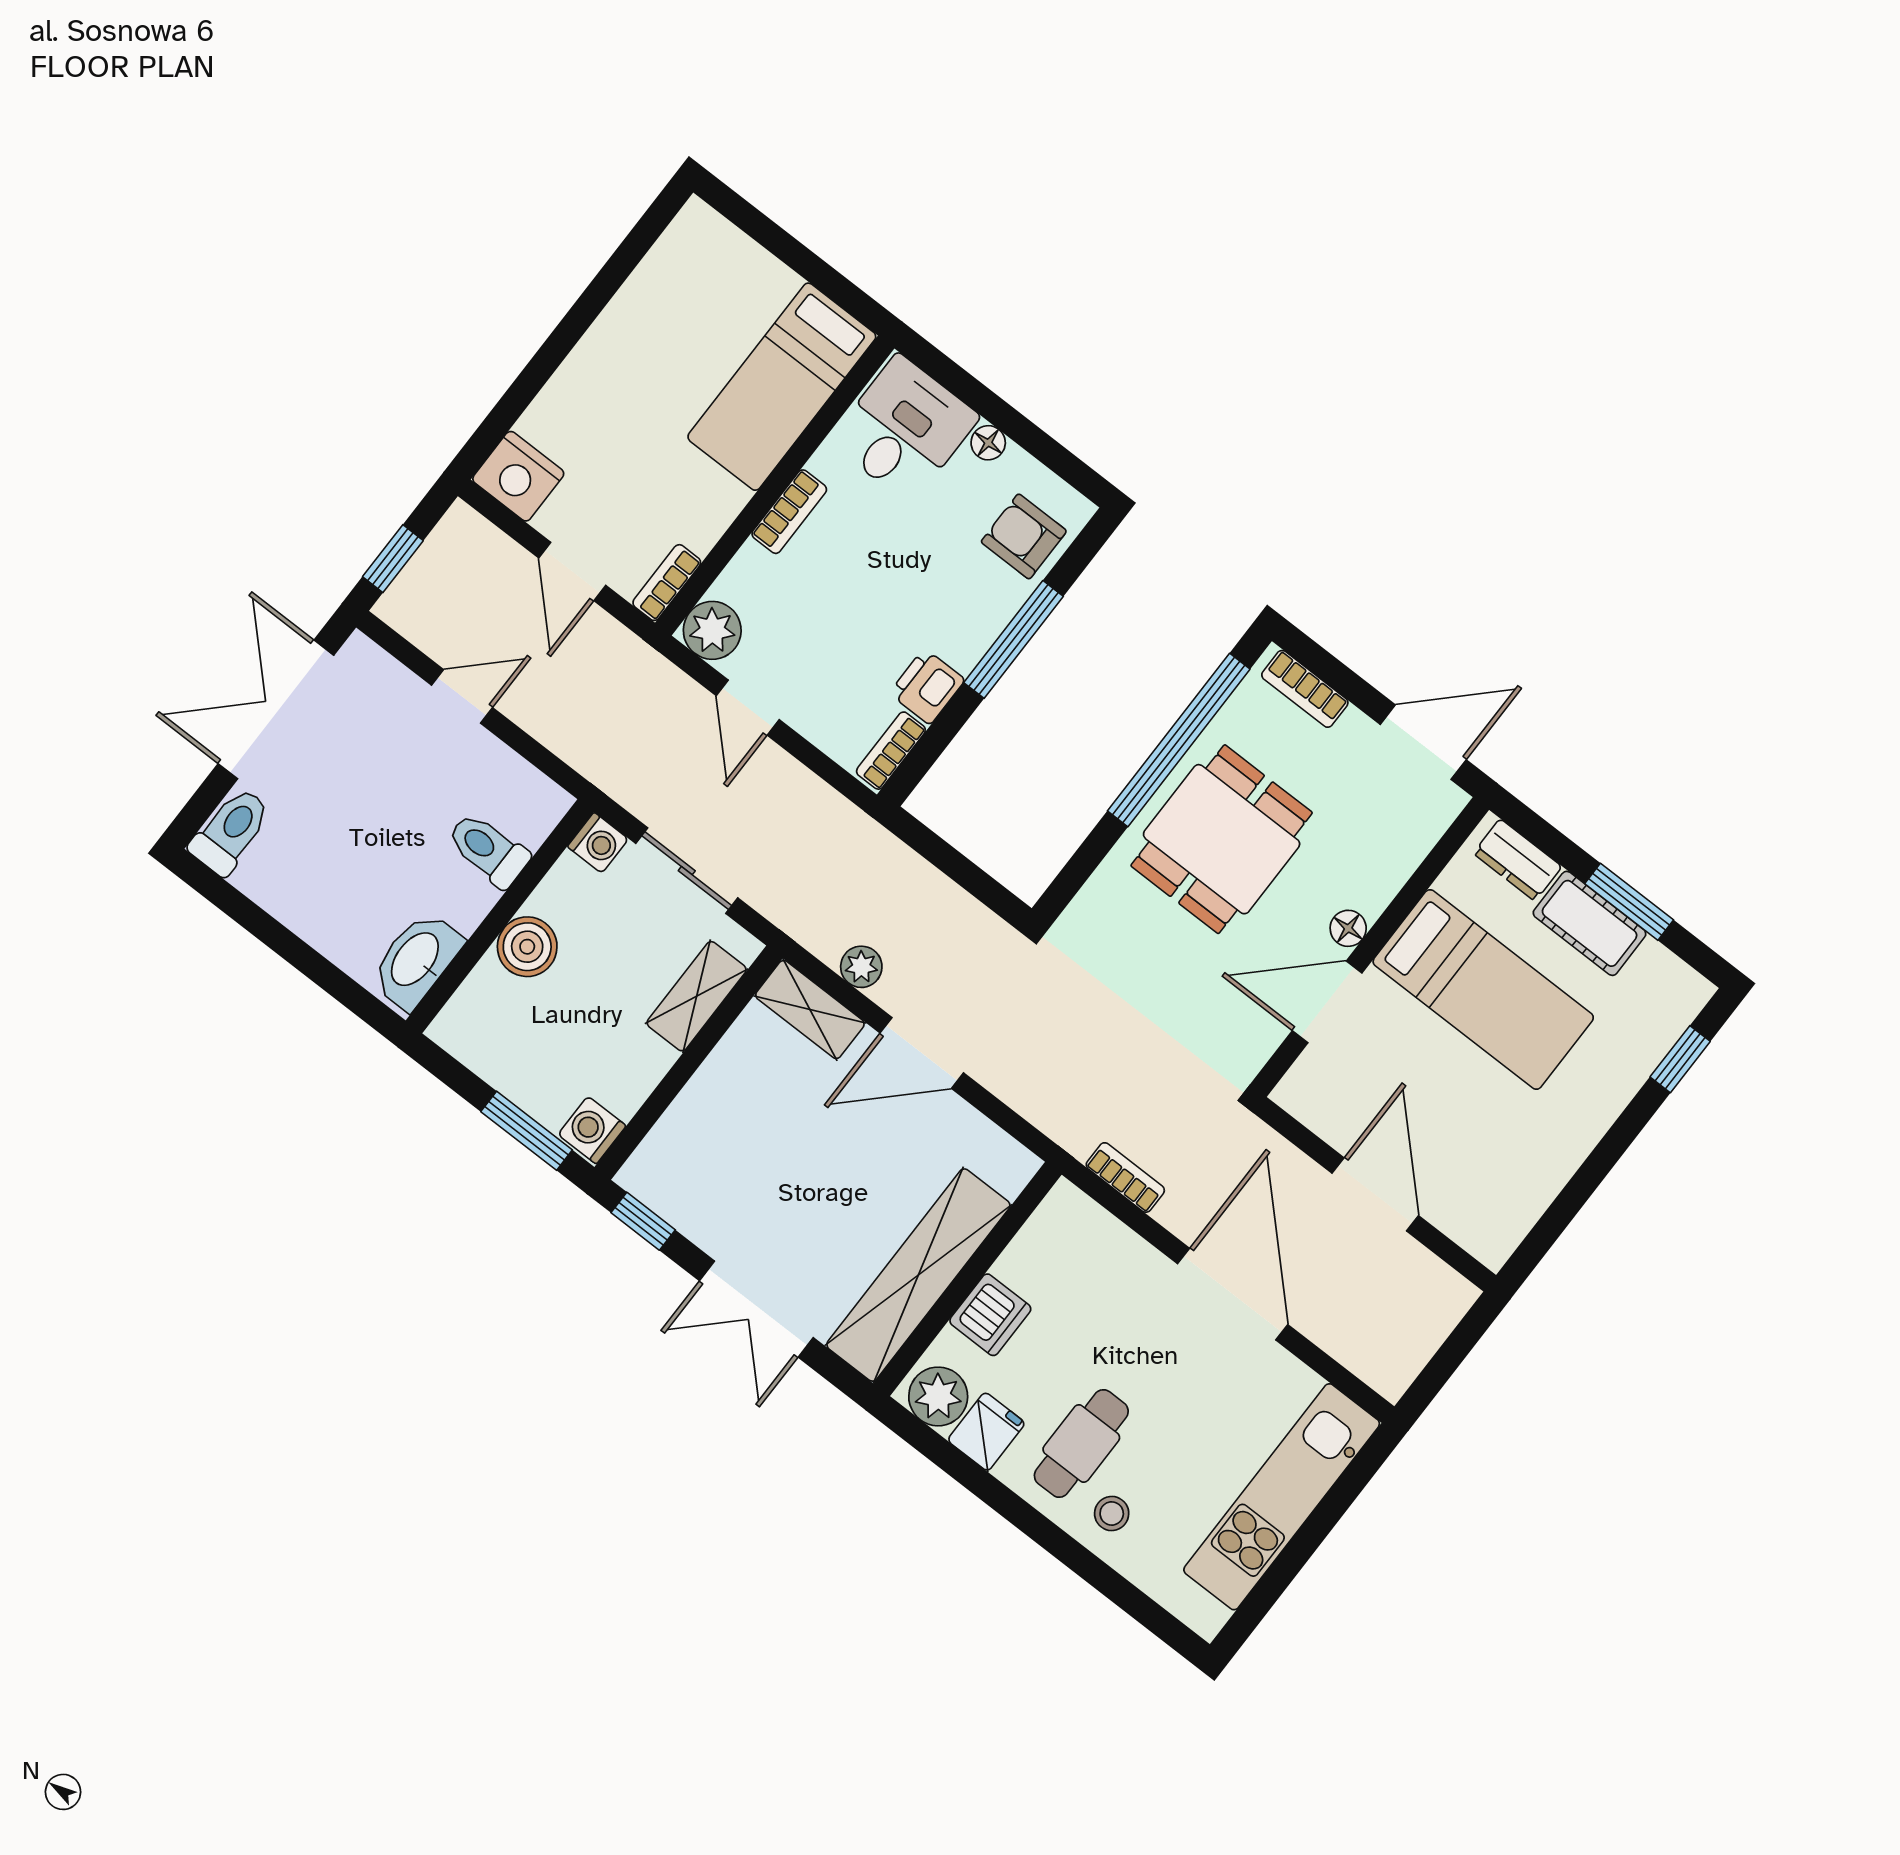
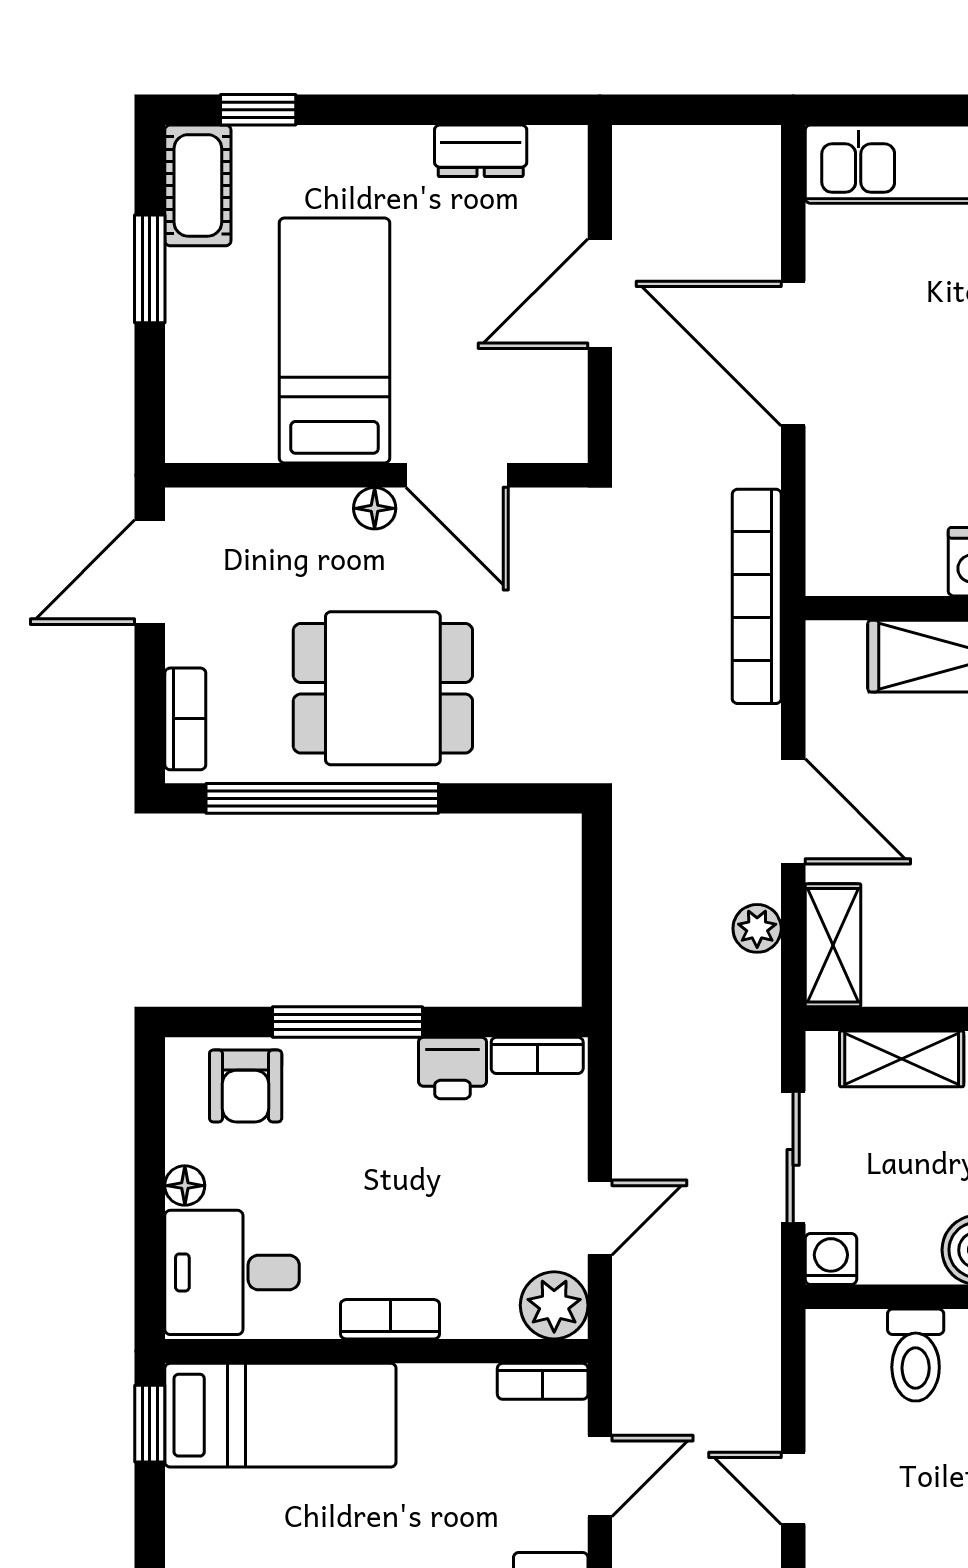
window: (845, 294) -> (150, 1424), added
door: (1423, 742) -> (150, 572), hinge flipped
dresser: (1518, 860) -> (481, 151), moved, turned 90
cot: (1590, 923) -> (198, 185), moved
bookcase: (1125, 1177) -> (757, 596), width x2.31, depth x1.31
door: (1233, 1294) -> (793, 354), hinge flipped

